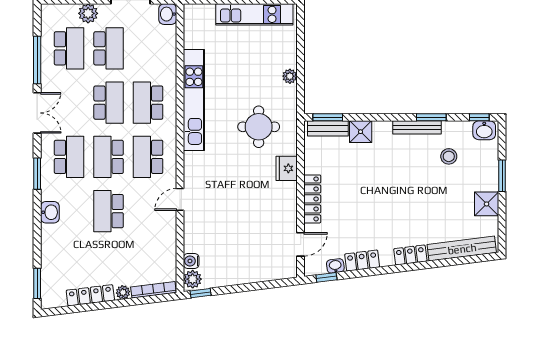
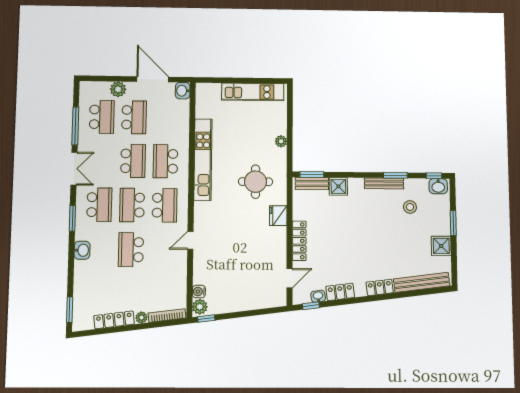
school desk: (148, 157) -> (165, 205), turned 180

